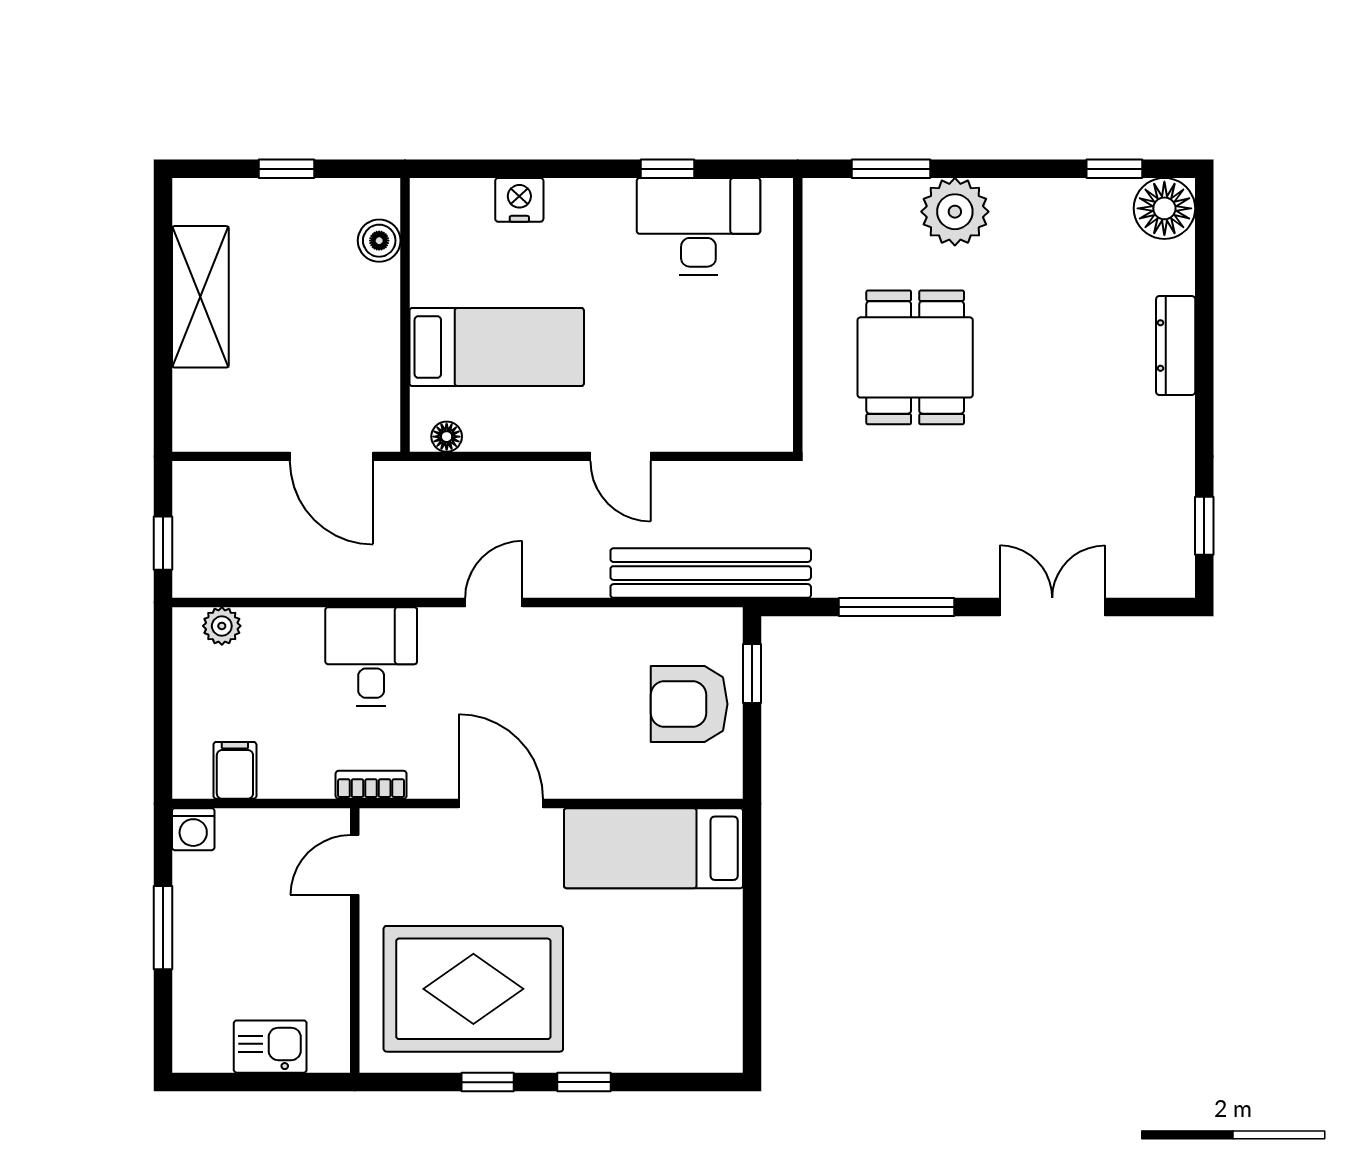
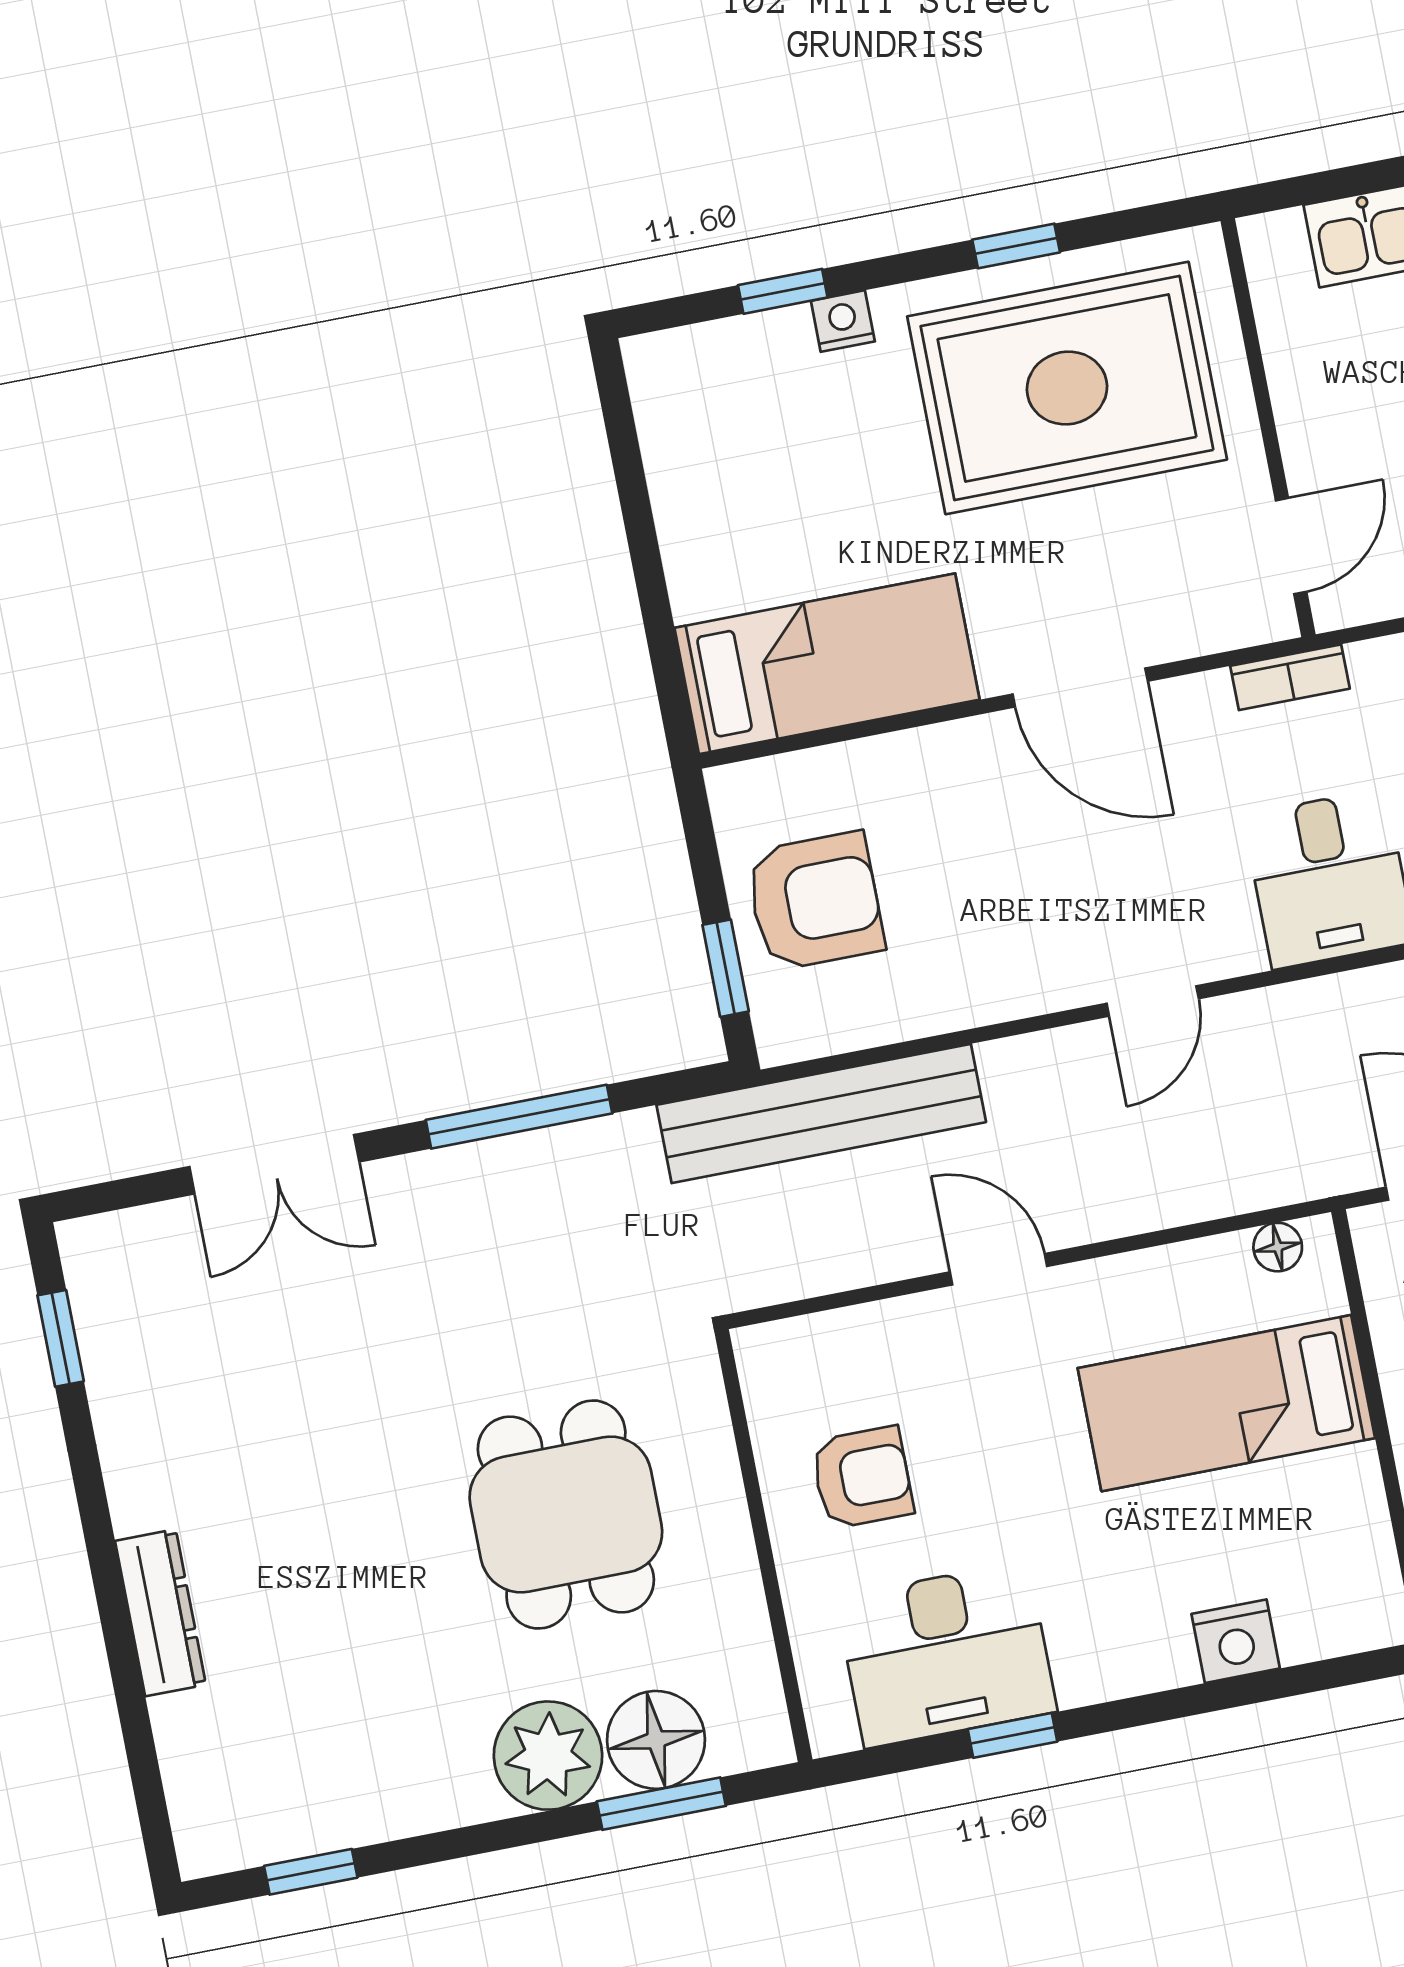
floor lamp: (1164, 208) -> (656, 1740), moved
armchair: (729, 345) -> (862, 1477), added
nightstand: (603, 1057) -> (843, 321), added
window: (584, 1082) -> (783, 291), moved

